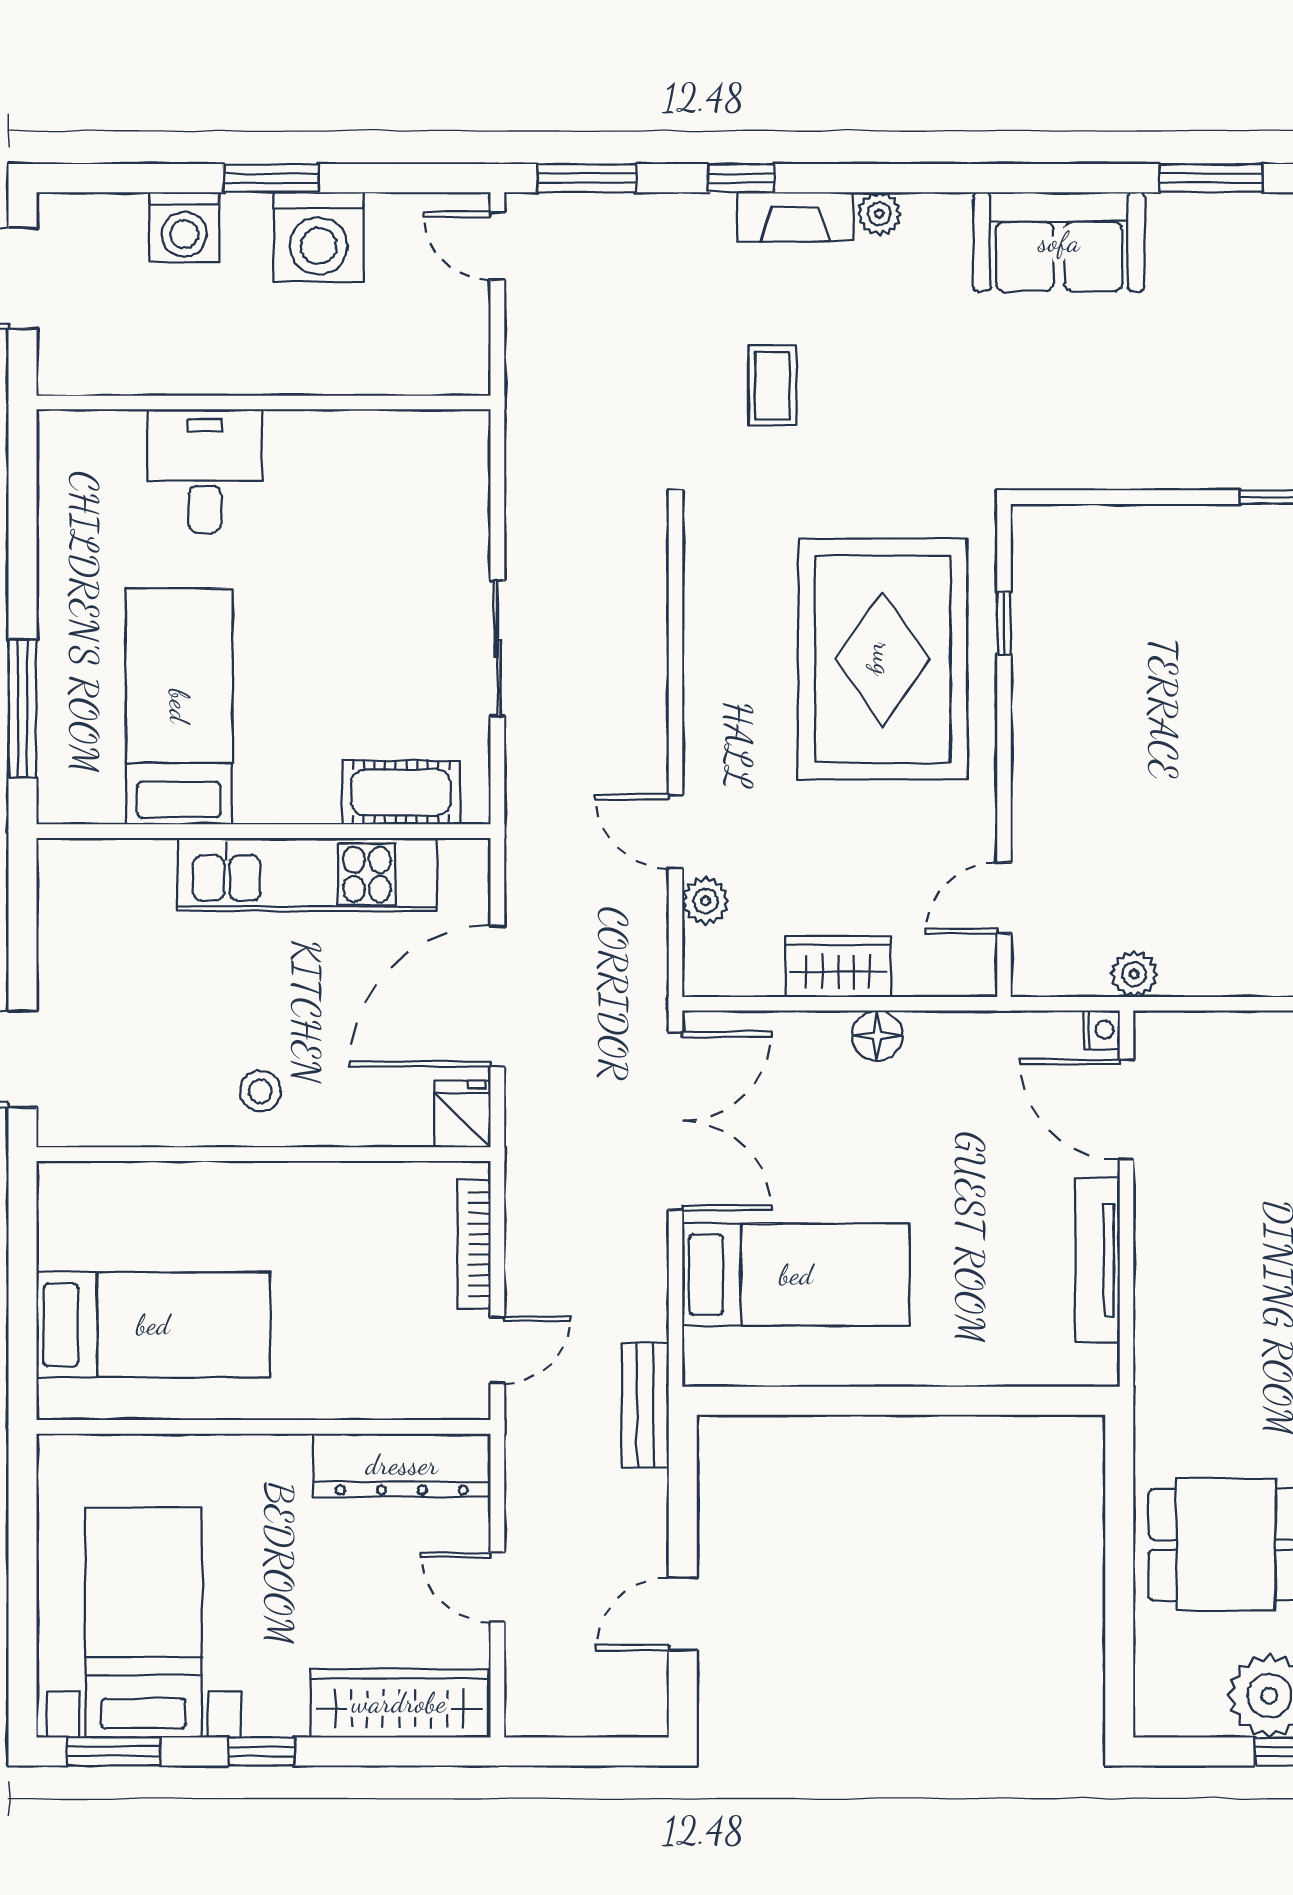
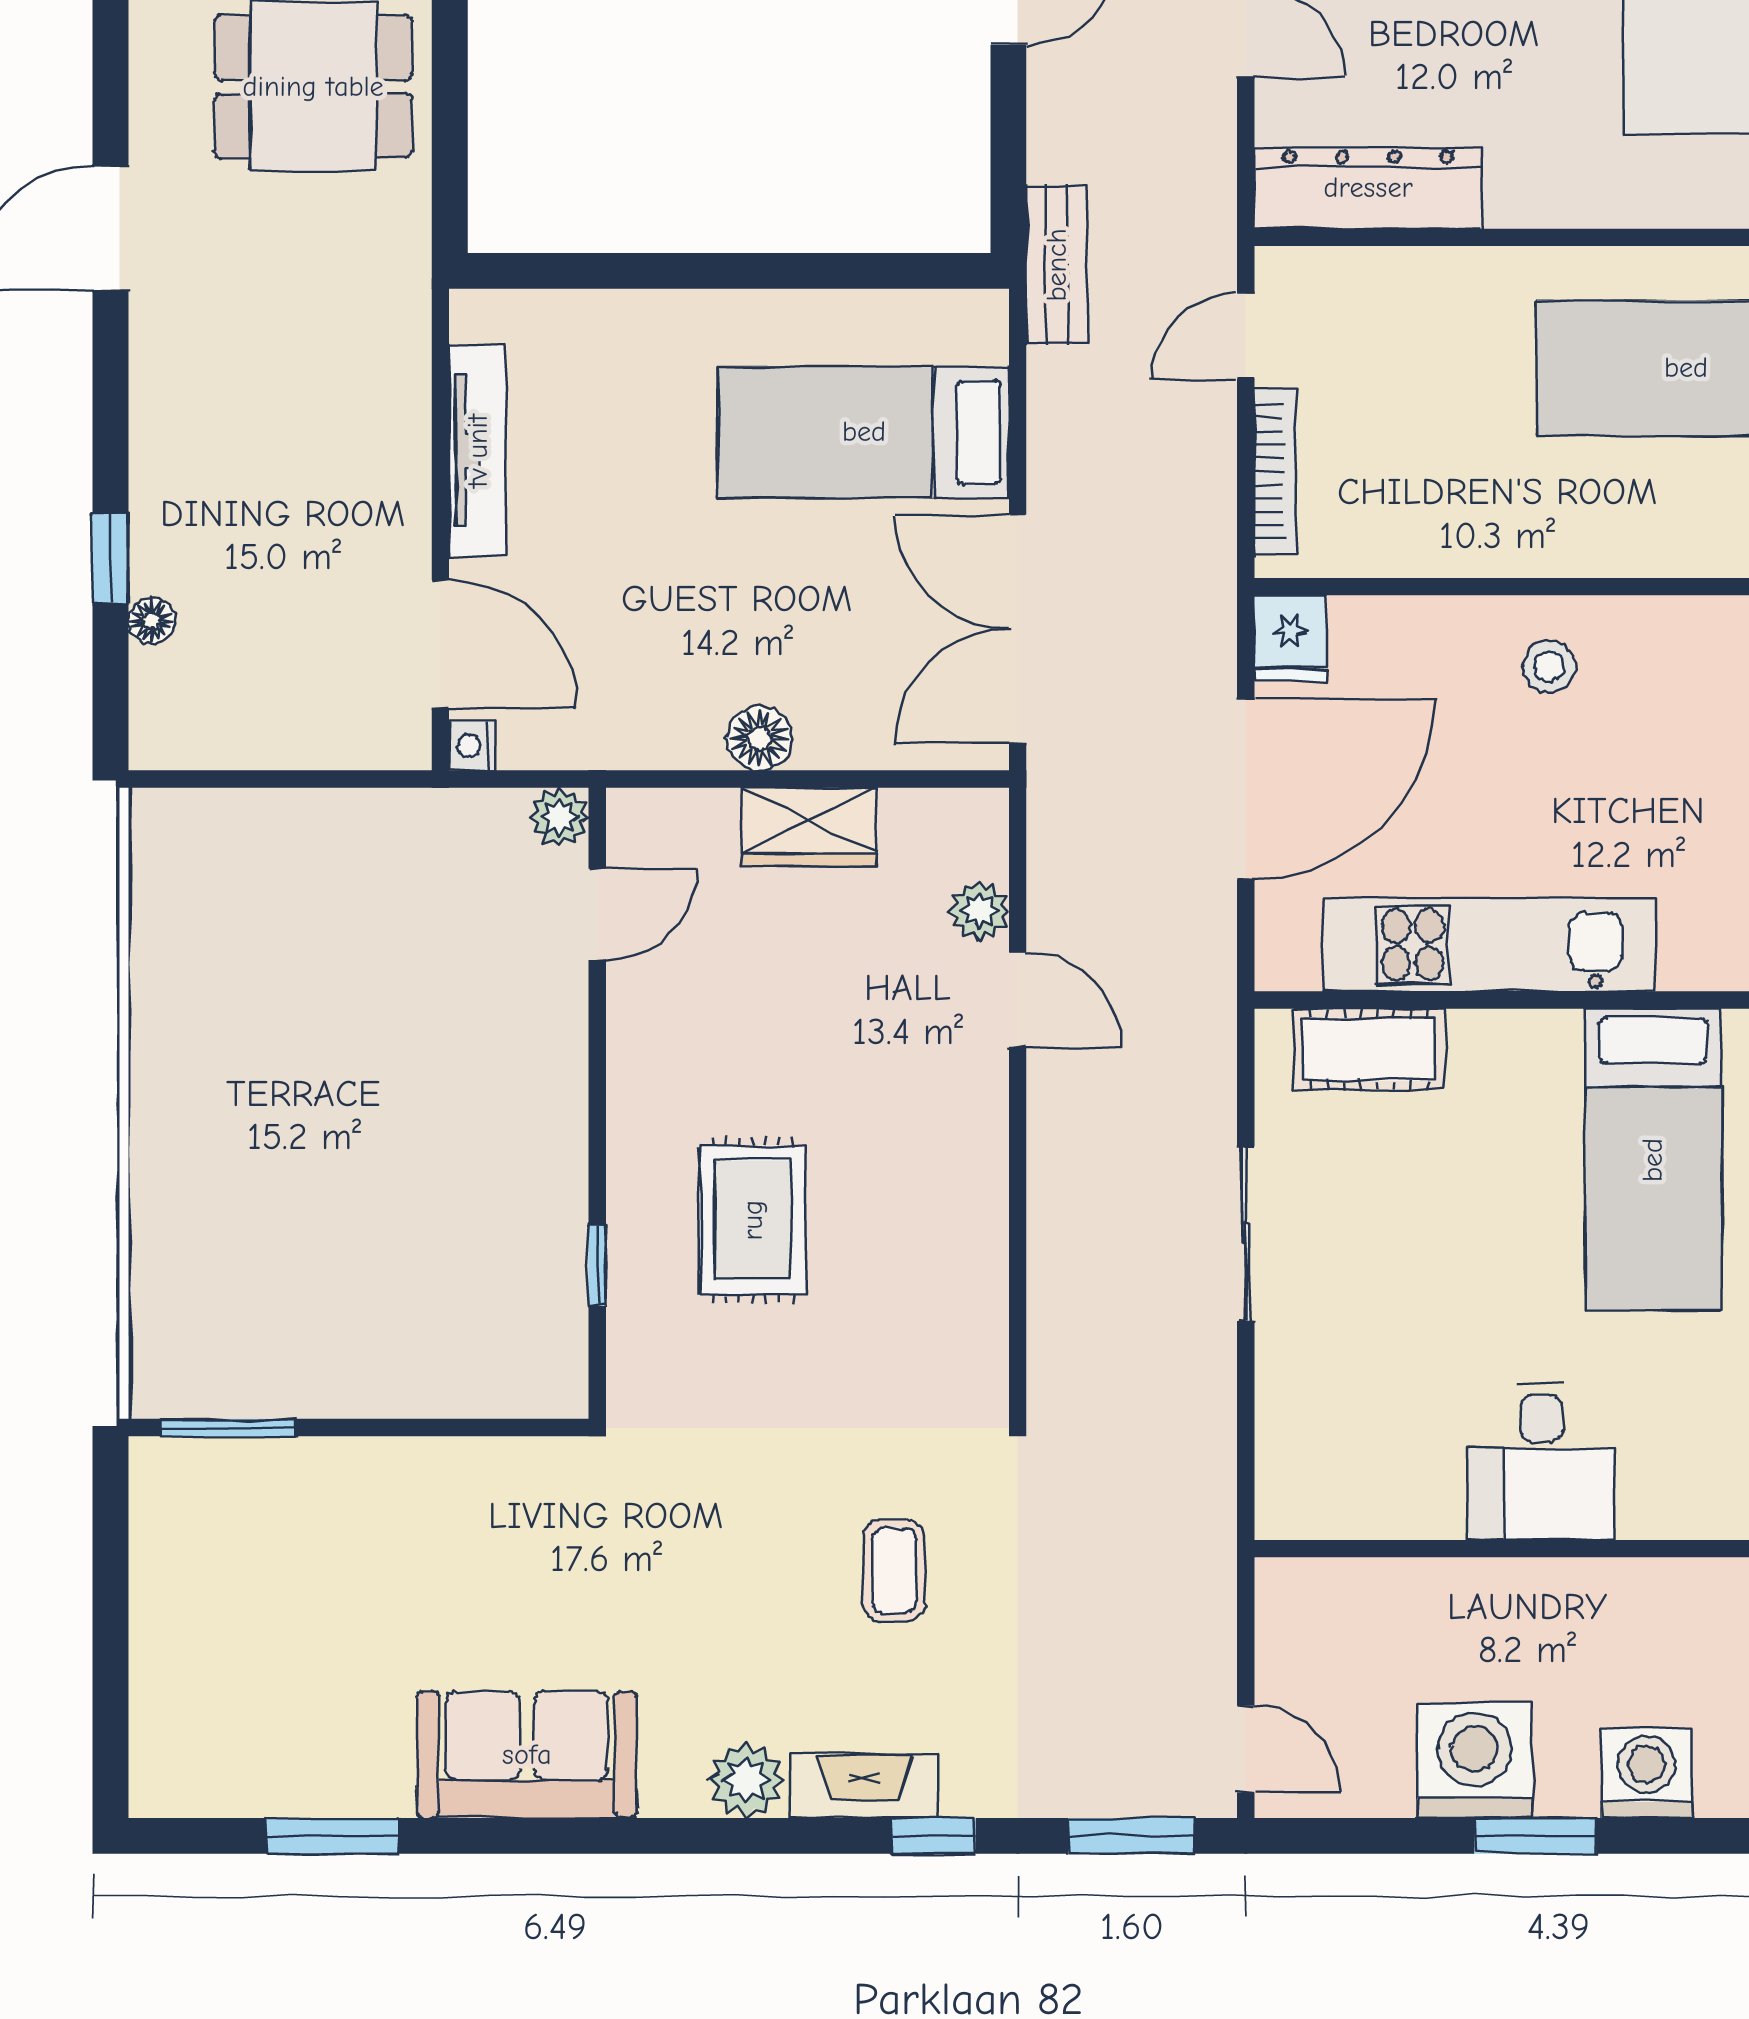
plant: (879, 214) -> (746, 1780), width x1.38, depth x1.38
desk: (205, 471) -> (1541, 1461), moved
rug: (883, 659) -> (753, 1220), width x0.54, depth x0.49
plant: (1134, 974) -> (559, 817), moved

